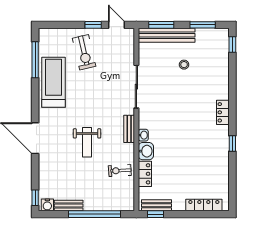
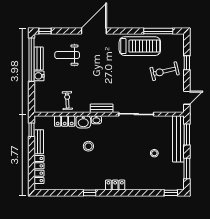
window: (93, 25) -> (187, 63), moved
weight bench: (87, 142) -> (67, 55), moved
stool: (175, 145) -> (88, 146), added
water cooler: (47, 205) -> (39, 76), moved
bench: (157, 205) -> (39, 142), moved
window: (94, 214) -> (31, 60), moved

